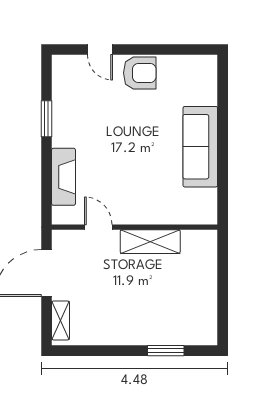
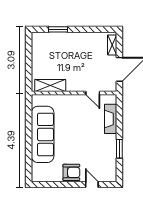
armchair: (140, 73) -> (71, 172), turned 180
sofa: (200, 147) -> (43, 134), width x1.36, depth x1.27
shelving: (150, 242) -> (50, 86), moved

